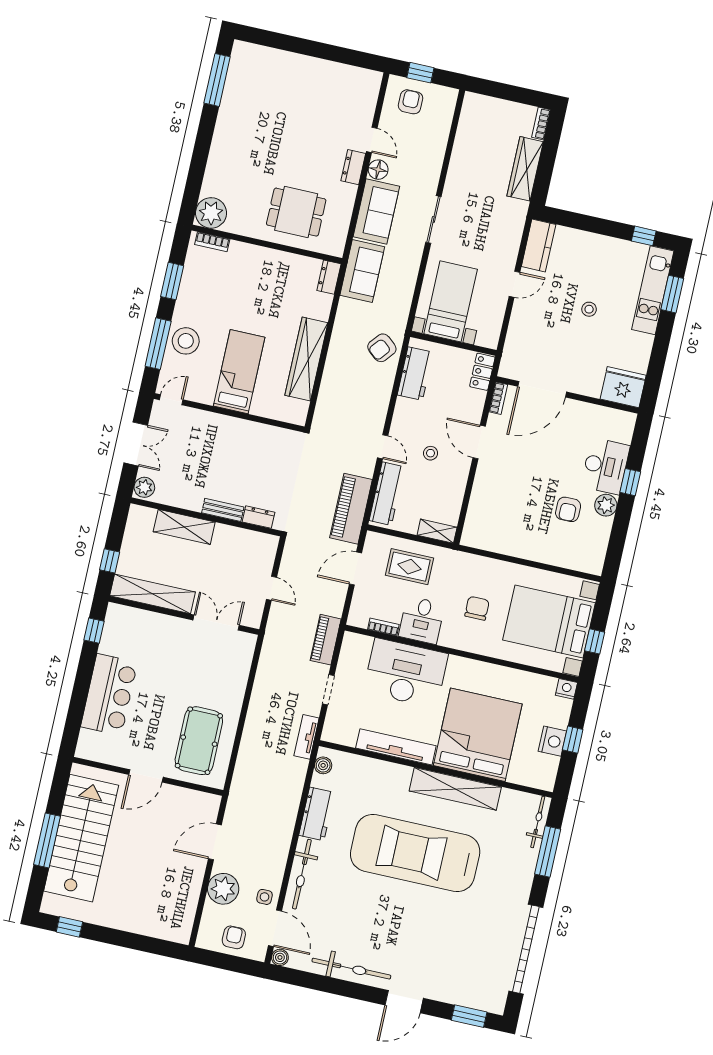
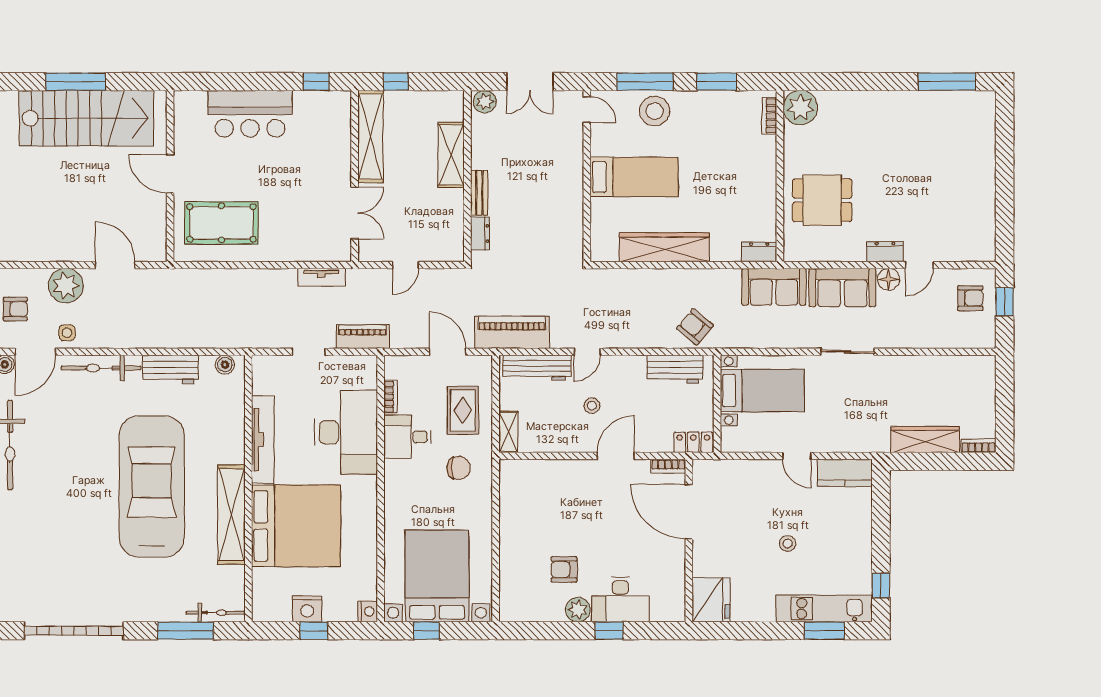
dining table: (296, 212) -> (822, 200), turned 90
chair: (477, 608) -> (459, 468), moved
tv unit: (307, 737) -> (321, 277), moved, turned 180

